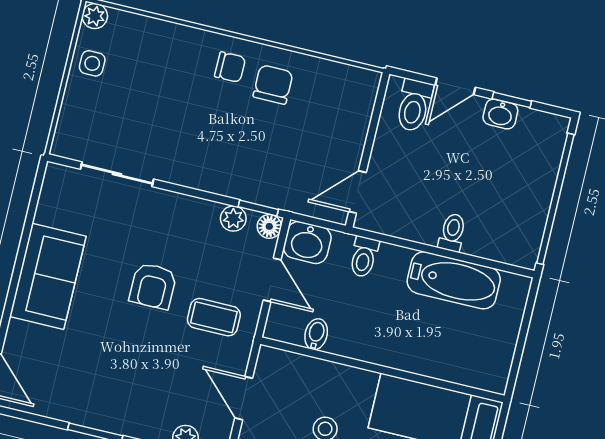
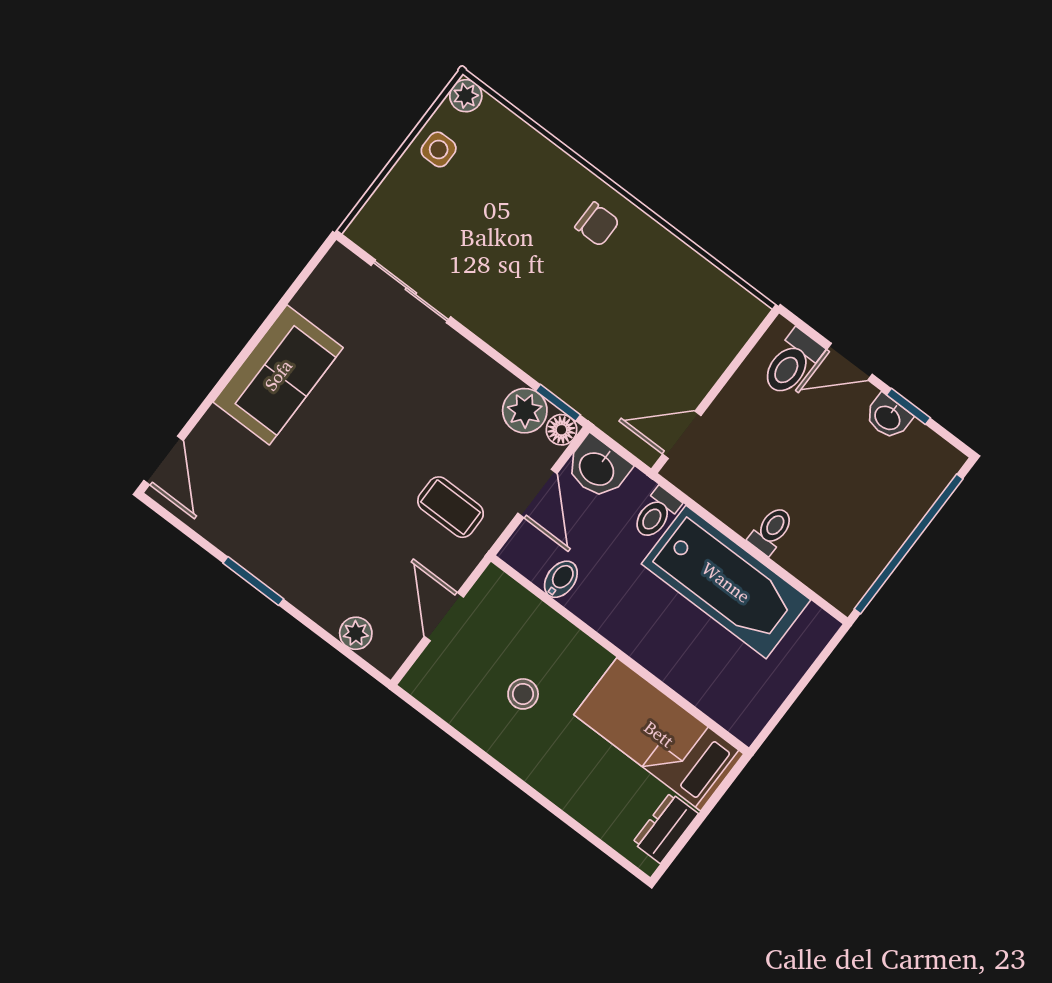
chair: (273, 85) -> (638, 267), removed
plant: (233, 219) -> (525, 411), width x1.38, depth x1.38
bathtub: (454, 280) -> (726, 582), width x1.36, depth x1.36
armchair: (153, 286) -> (396, 440), removed

